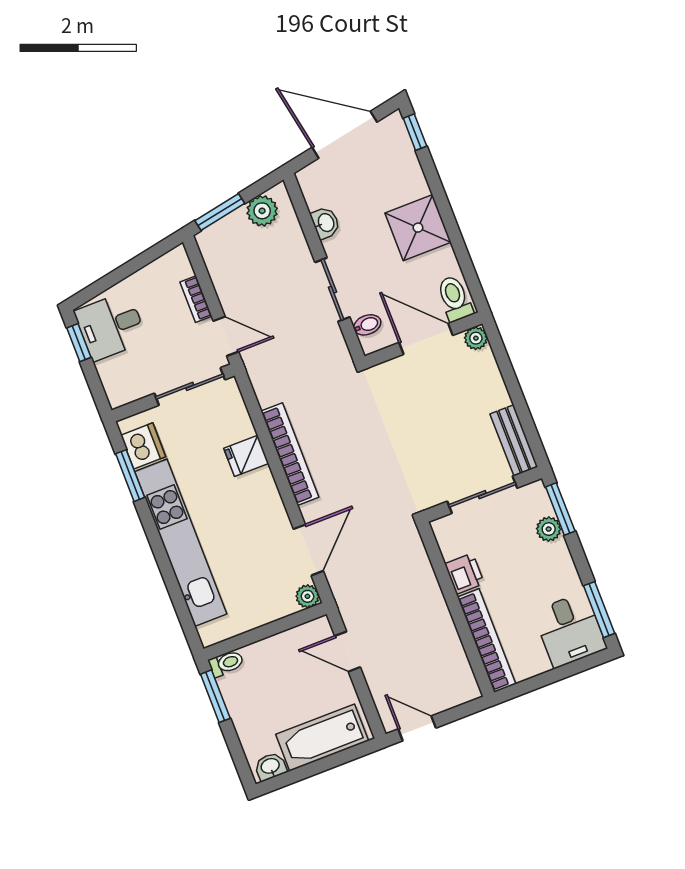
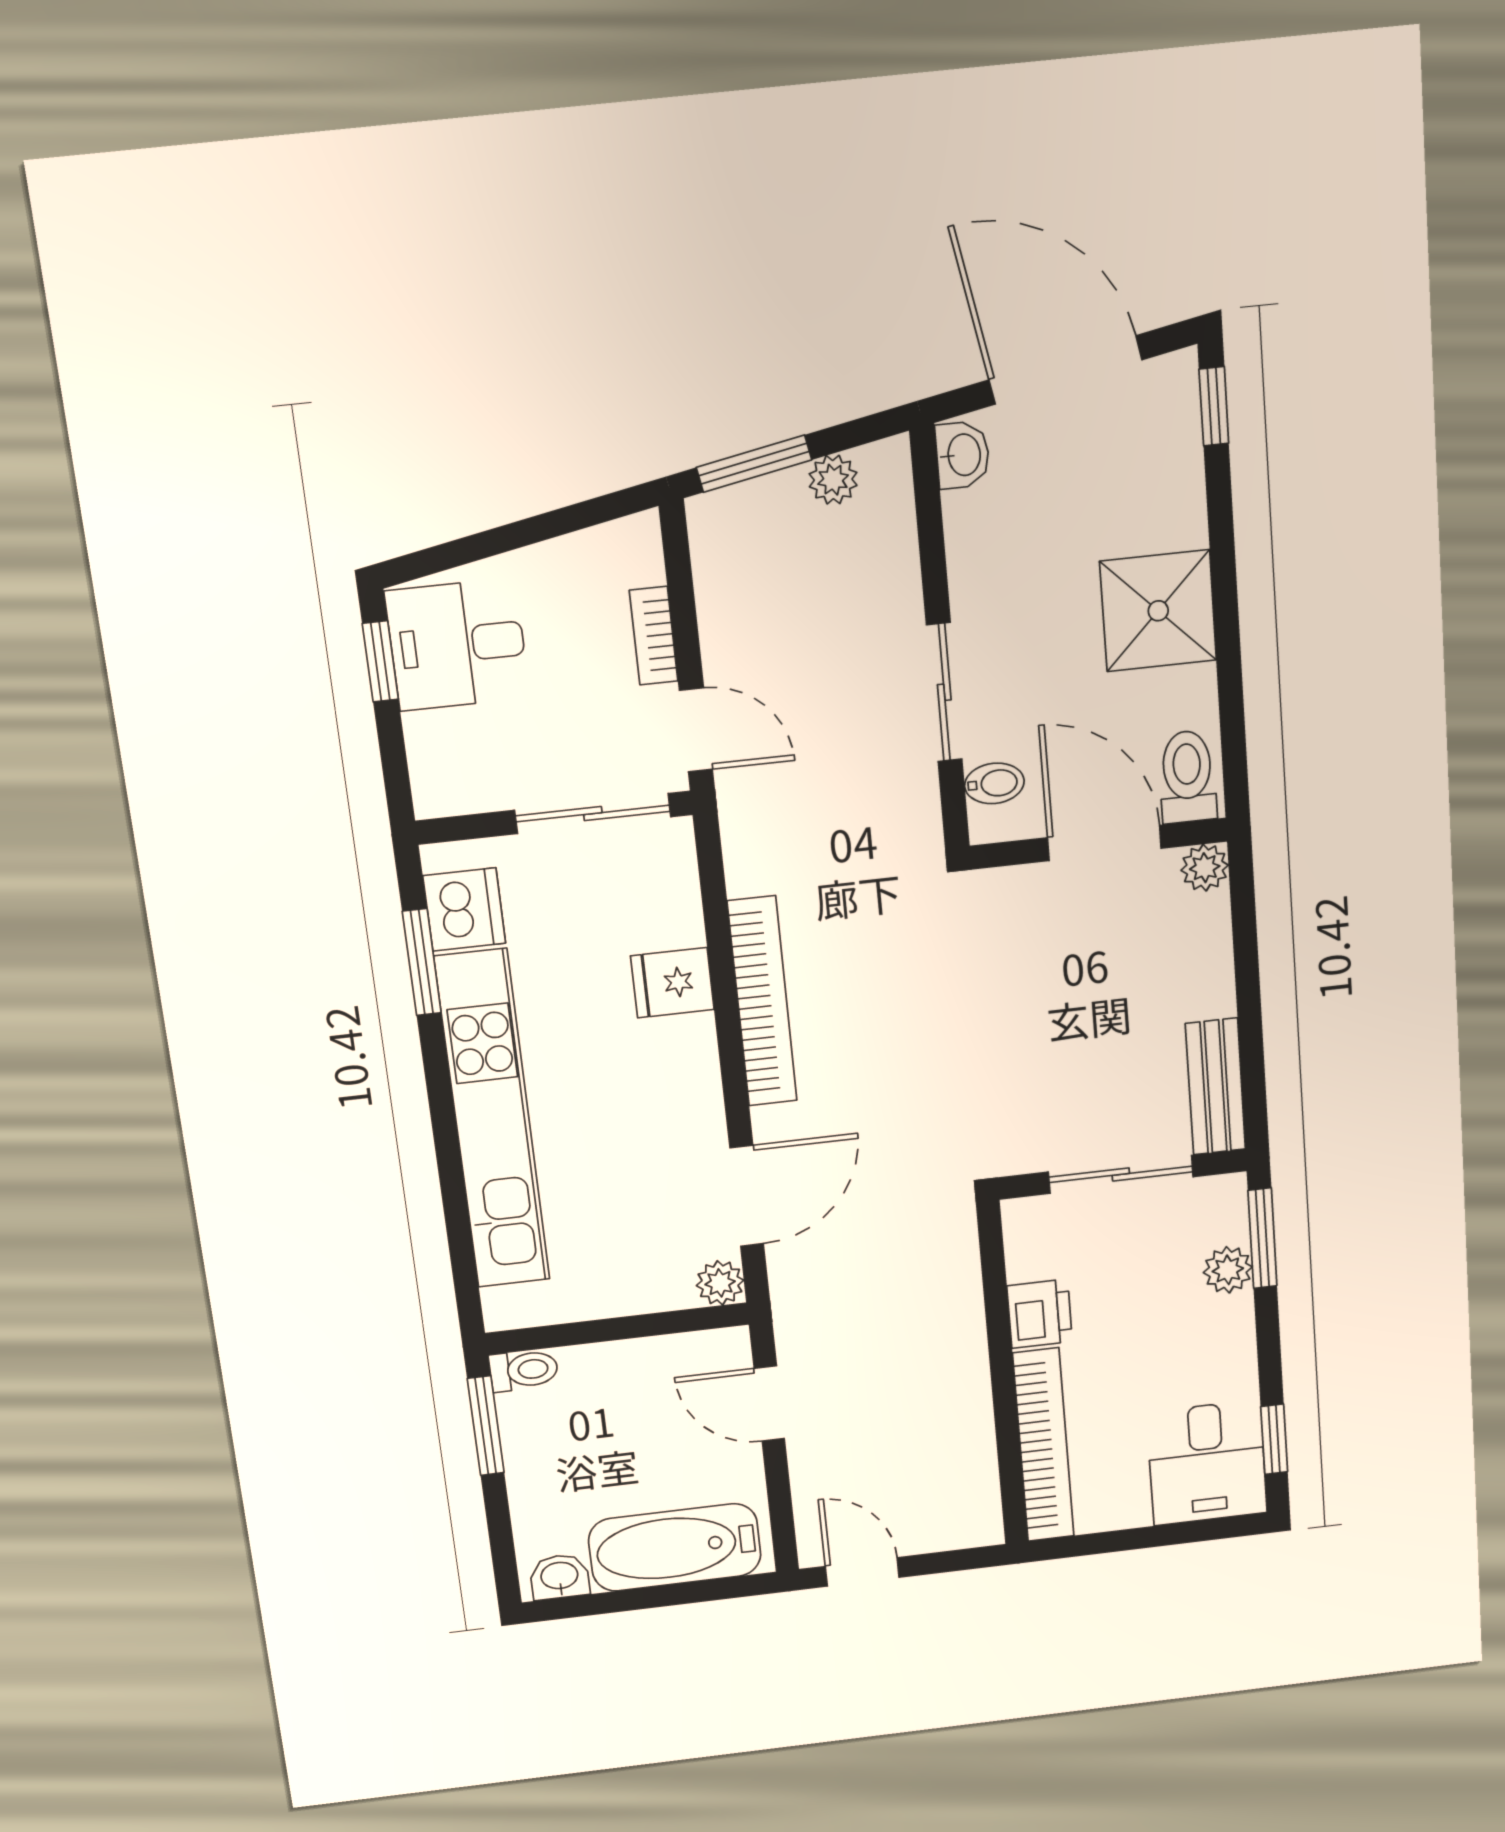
plant: (262, 211) -> (833, 480), width x0.73, depth x0.73
washbasin: (325, 223) -> (963, 455), moved
window: (599, 610) -> (1274, 1439), width x0.67

